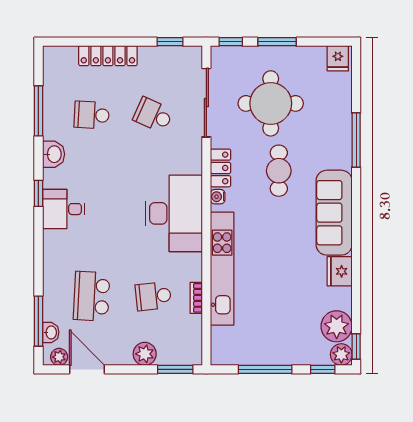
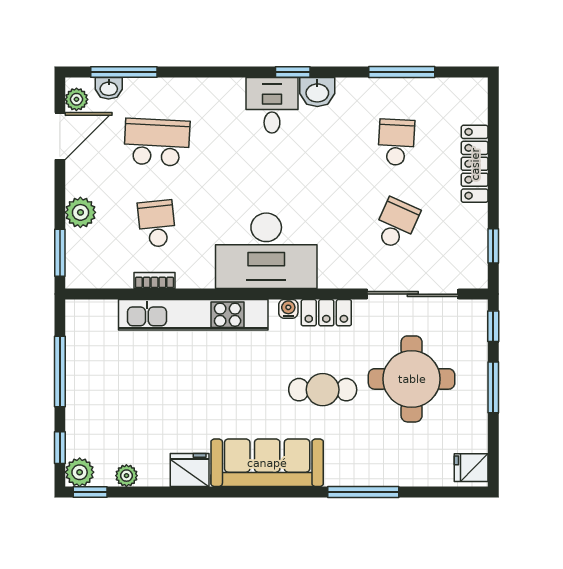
washbasin: (54, 154) -> (317, 92), moved
plant: (337, 326) -> (126, 476), width x0.53, depth x0.53

